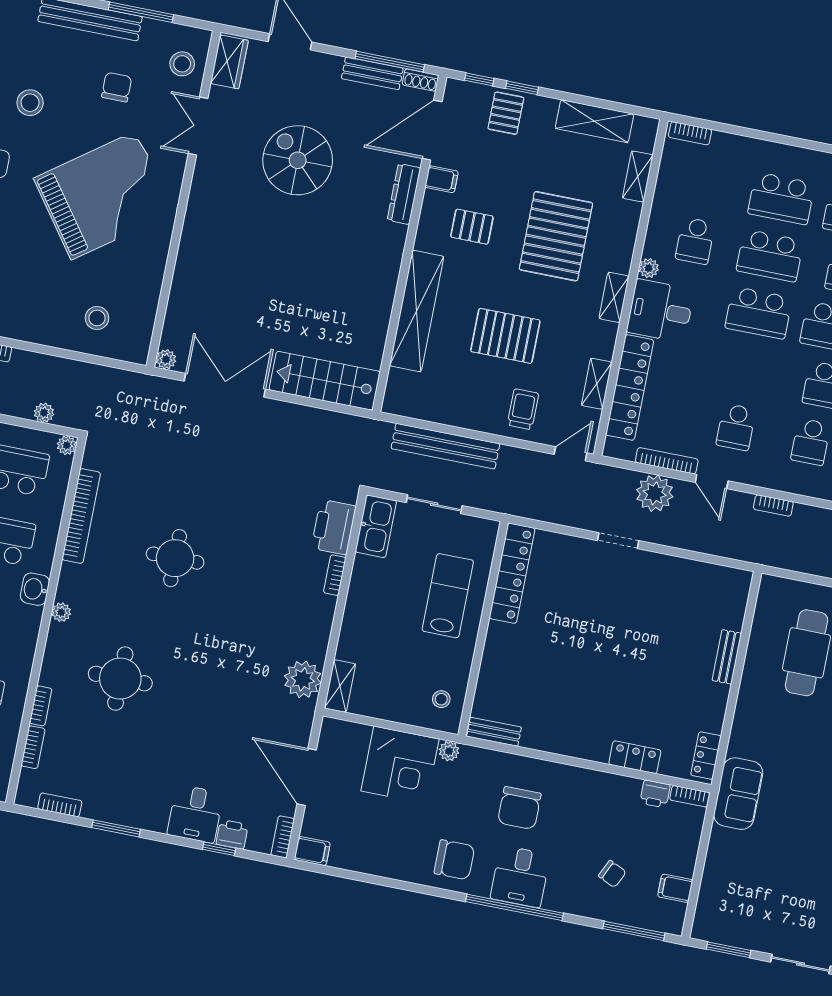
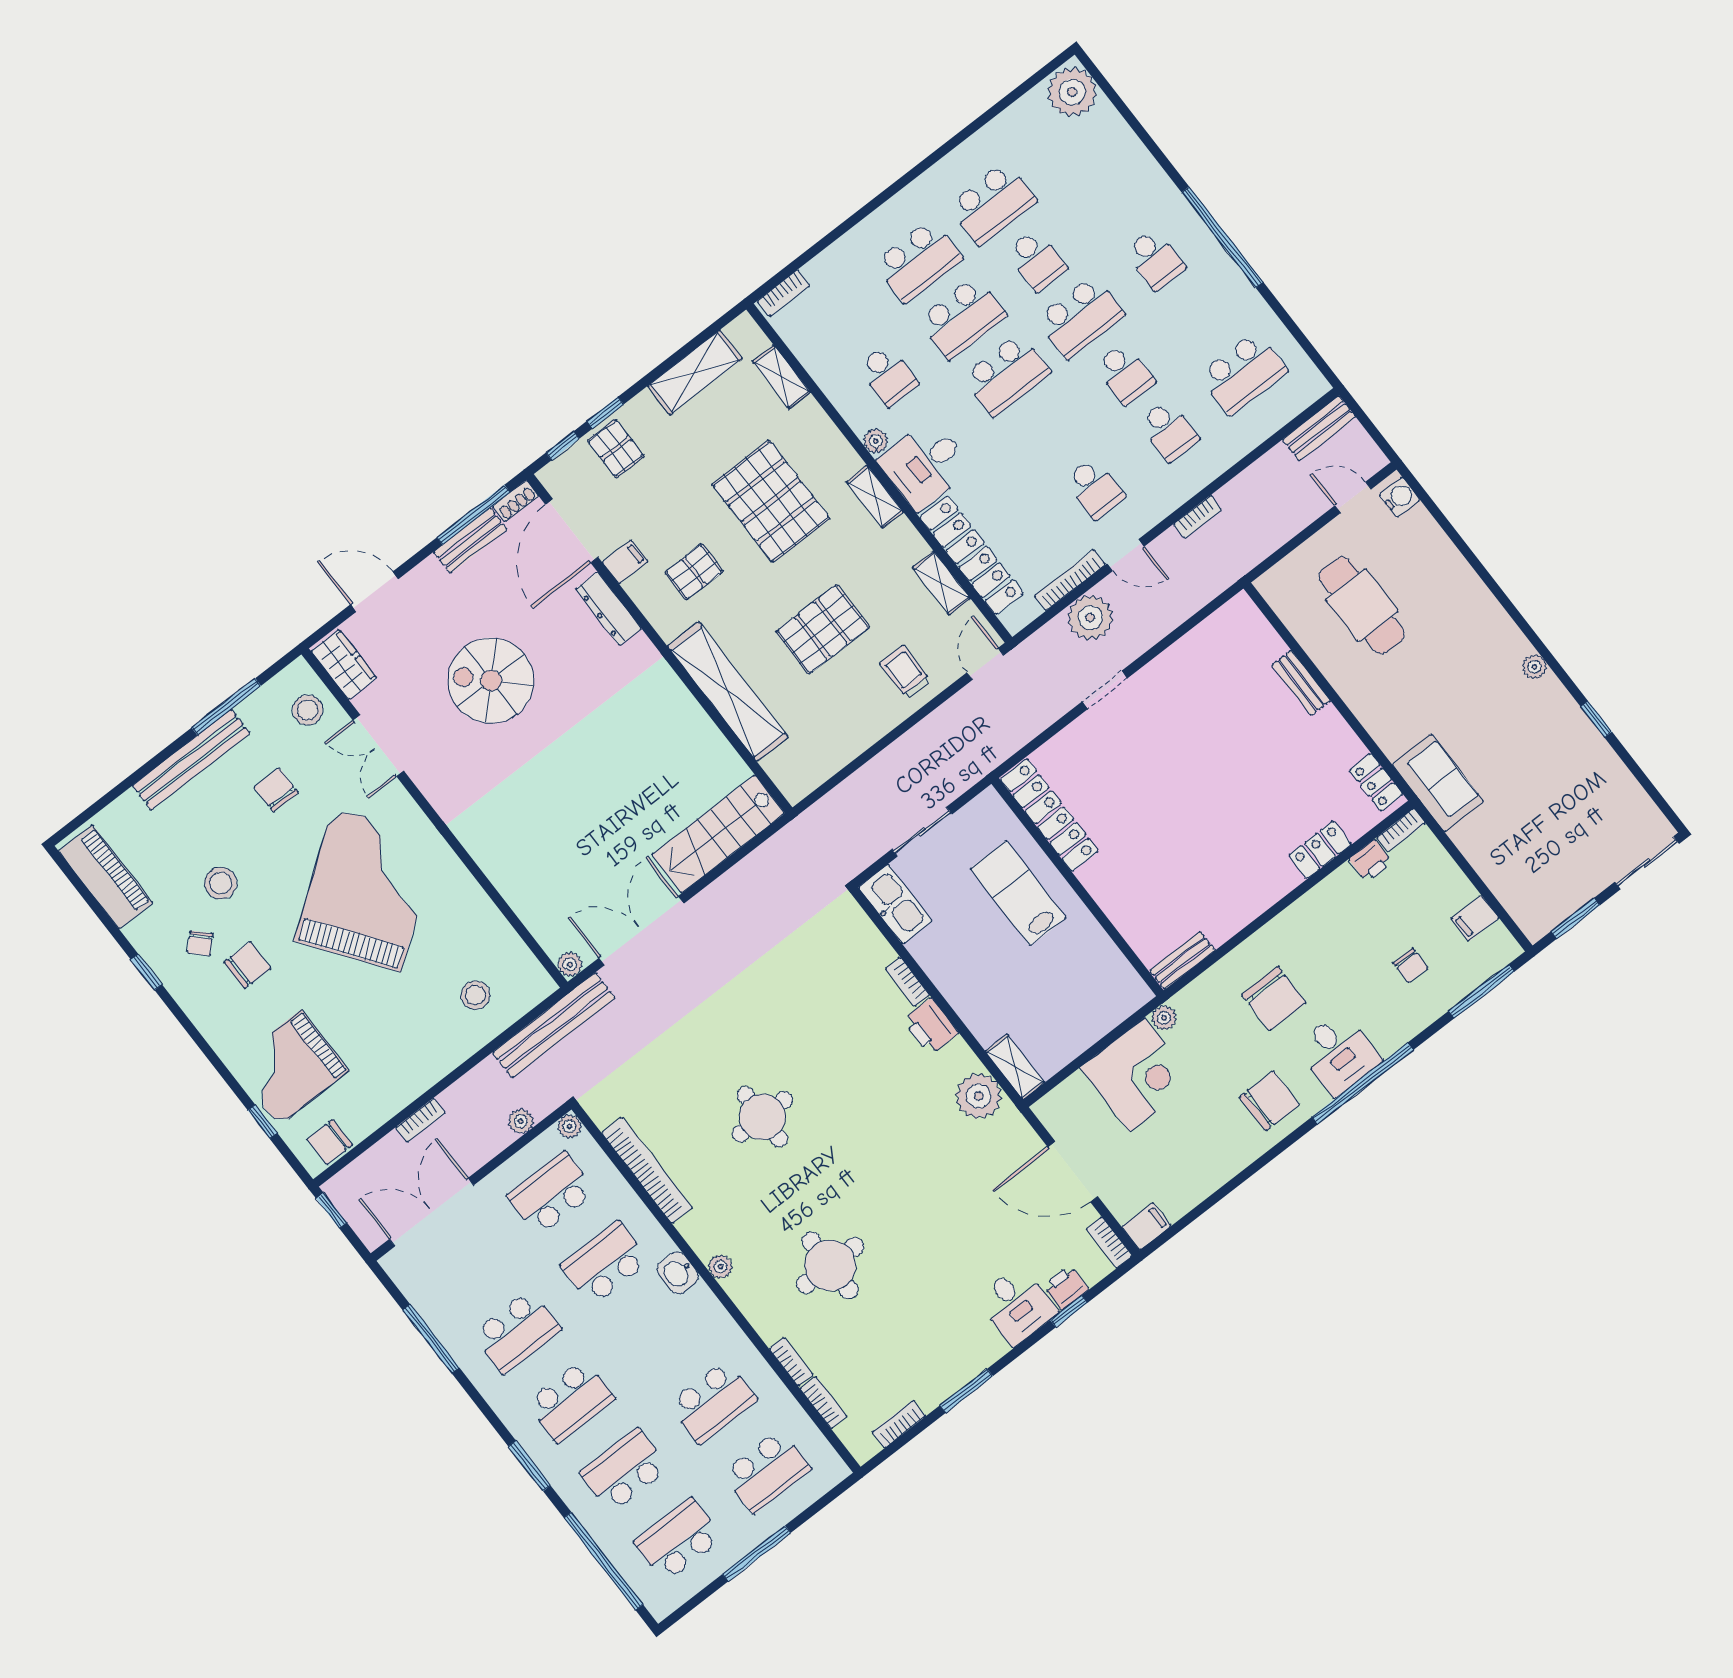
bench: (445, 446) -> (554, 1025), moved
printer: (334, 527) -> (931, 1026), moved, width x0.73, depth x0.84
stool: (441, 699) -> (1109, 983), removed
chair: (612, 874) -> (1411, 965), turned 65

